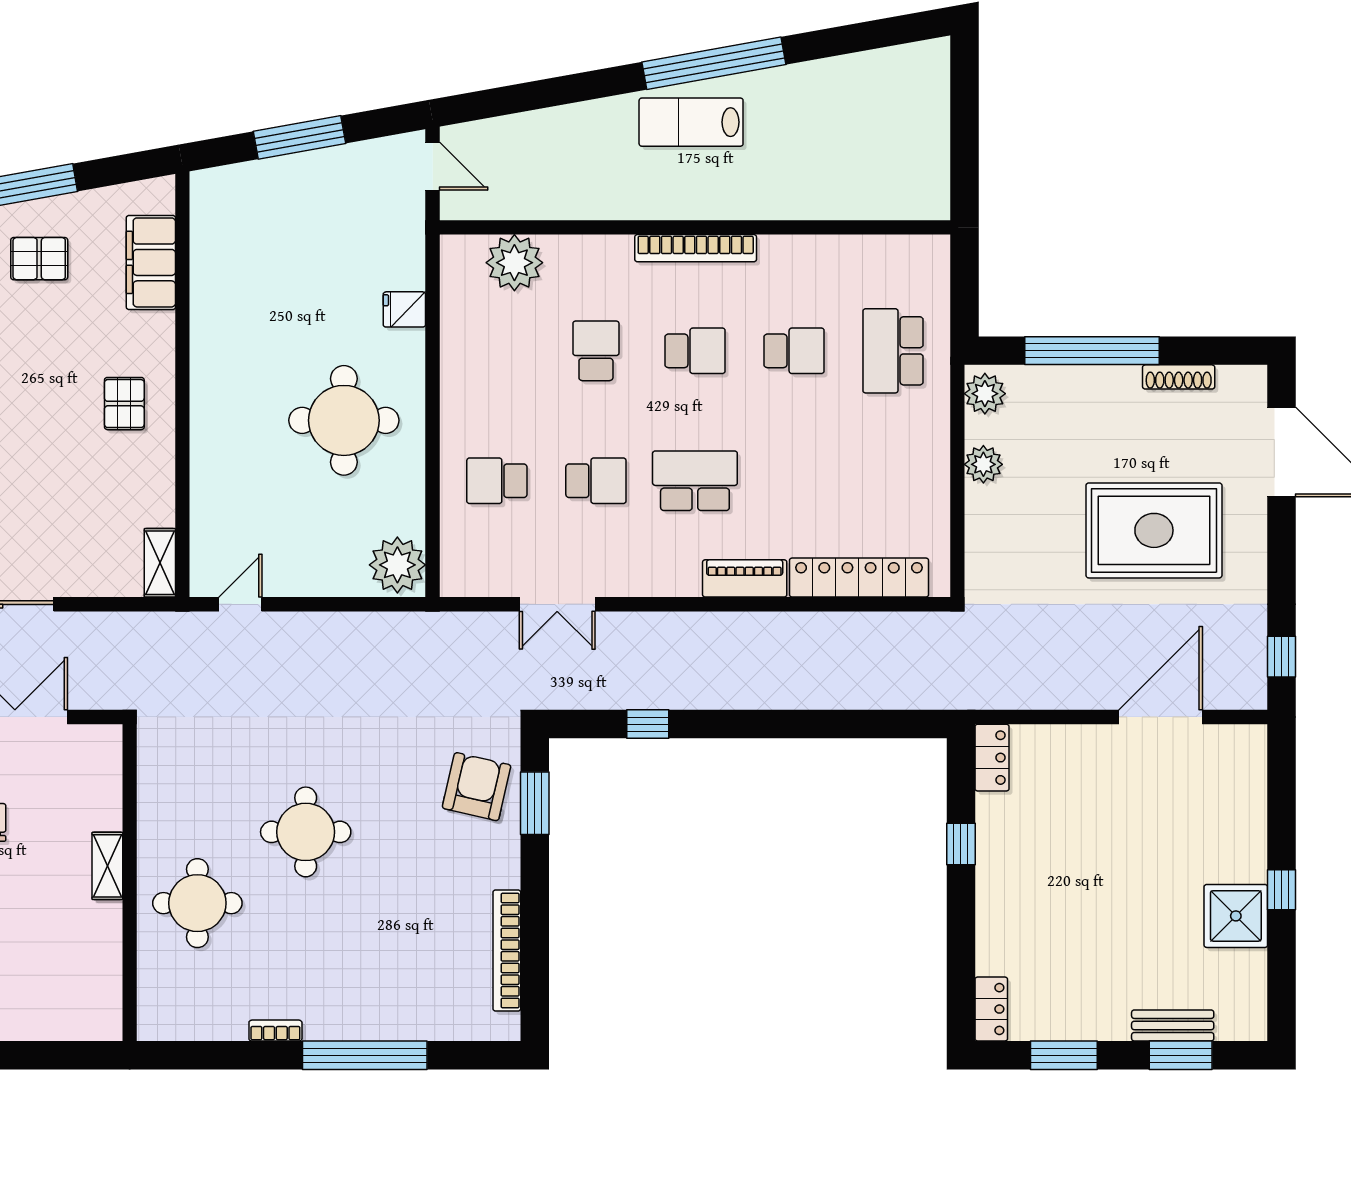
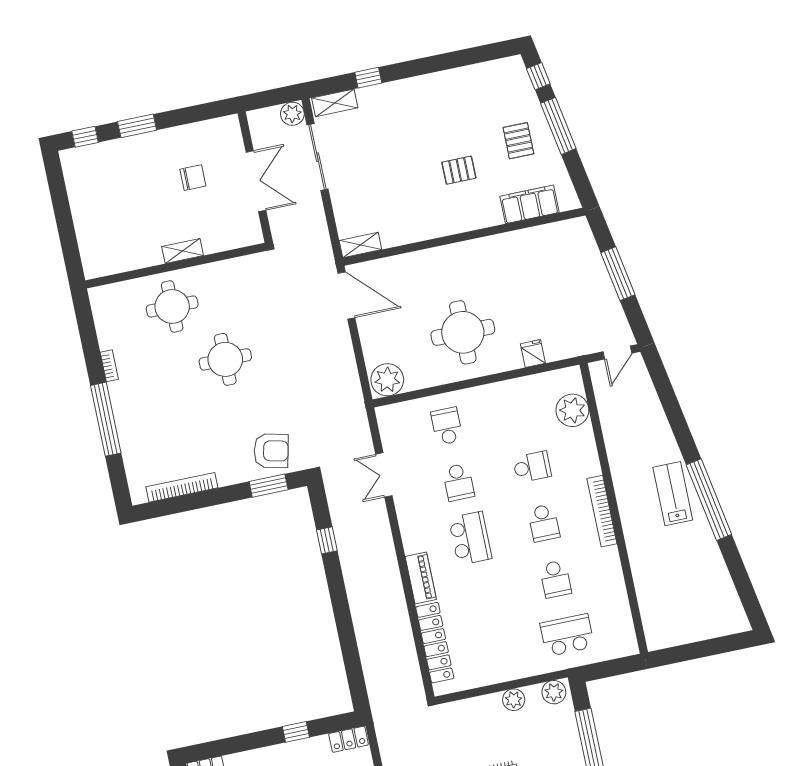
pallet: (124, 404) -> (459, 170), moved
door: (240, 604) -> (346, 296), width x1.87

